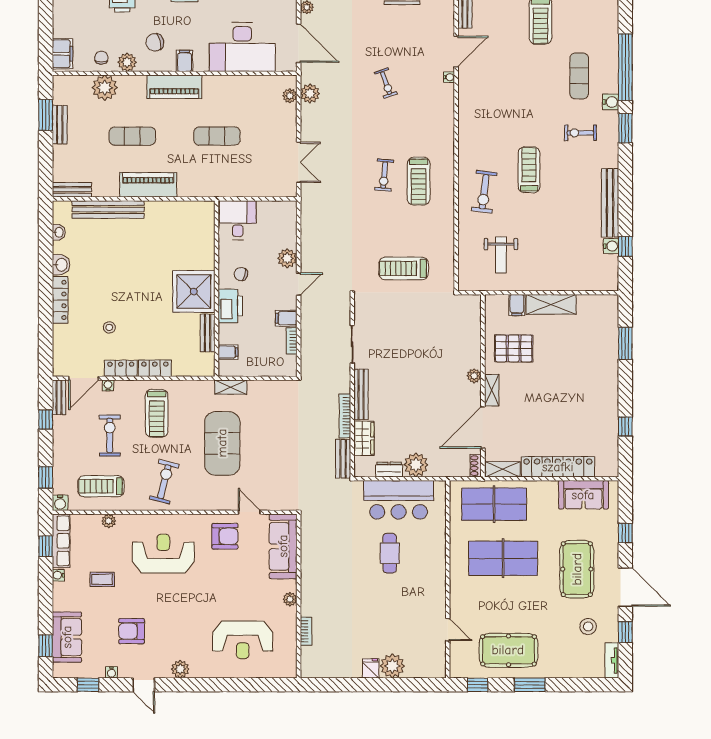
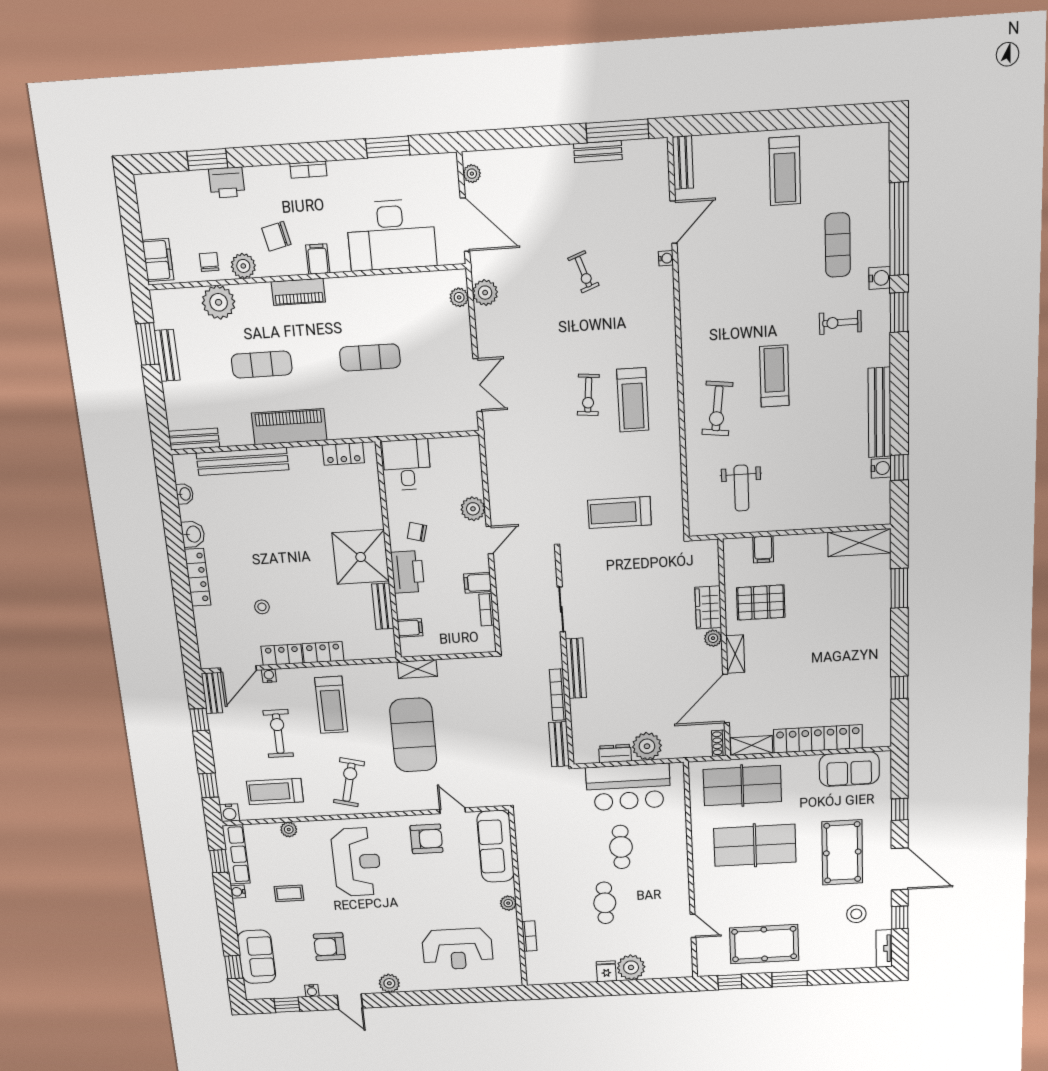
piano: (174, 87) -> (298, 292), width x0.73, depth x0.75
locker: (188, 209) -> (343, 454), added
shelving: (551, 304) -> (859, 543), moved
wardrobe: (364, 438) -> (708, 607), moved, turned 180
reception desk: (163, 554) -> (357, 862), turned 90
cafe table: (373, 604) -> (605, 903), added

